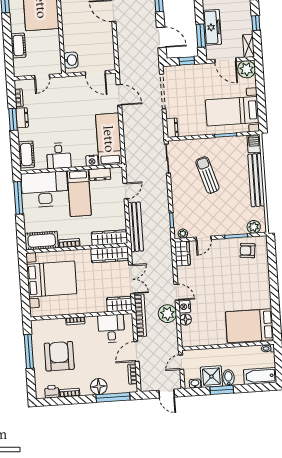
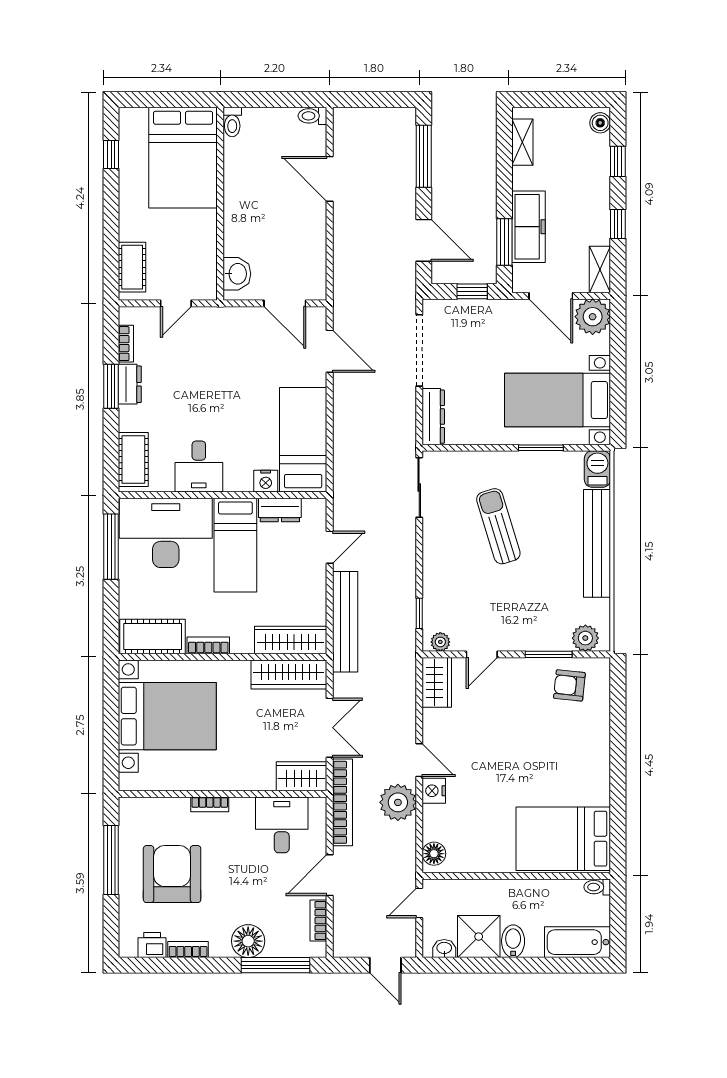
cot: (18, 45) -> (132, 267), moved
dresser: (172, 128) -> (433, 417), width x1.44
floor lamp: (186, 319) -> (434, 854), moved
window: (222, 390) -> (498, 965), removed

